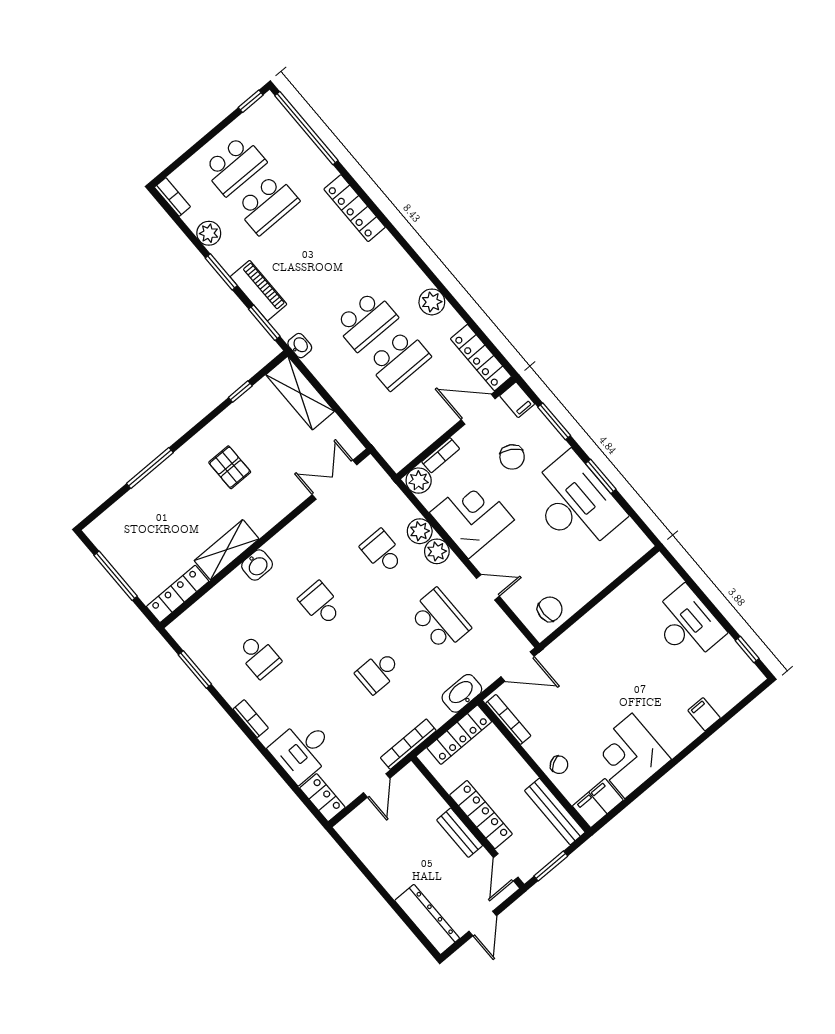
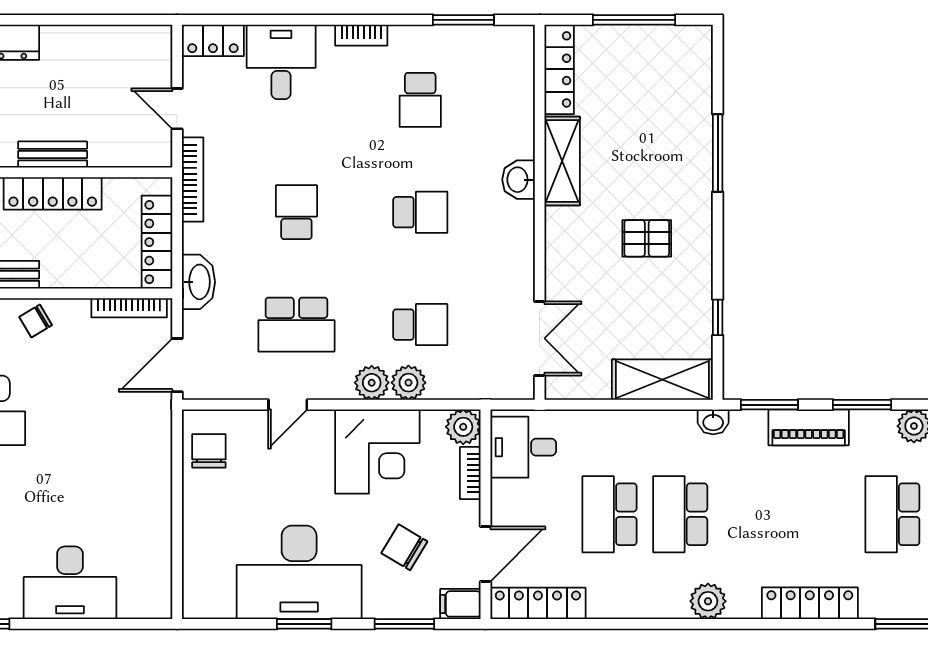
plant: (432, 302) -> (708, 601), moved
desk: (402, 438) -> (523, 447), added
chair: (550, 609) -> (209, 451), turned 180
school desk: (259, 656) -> (420, 100), turned -90

